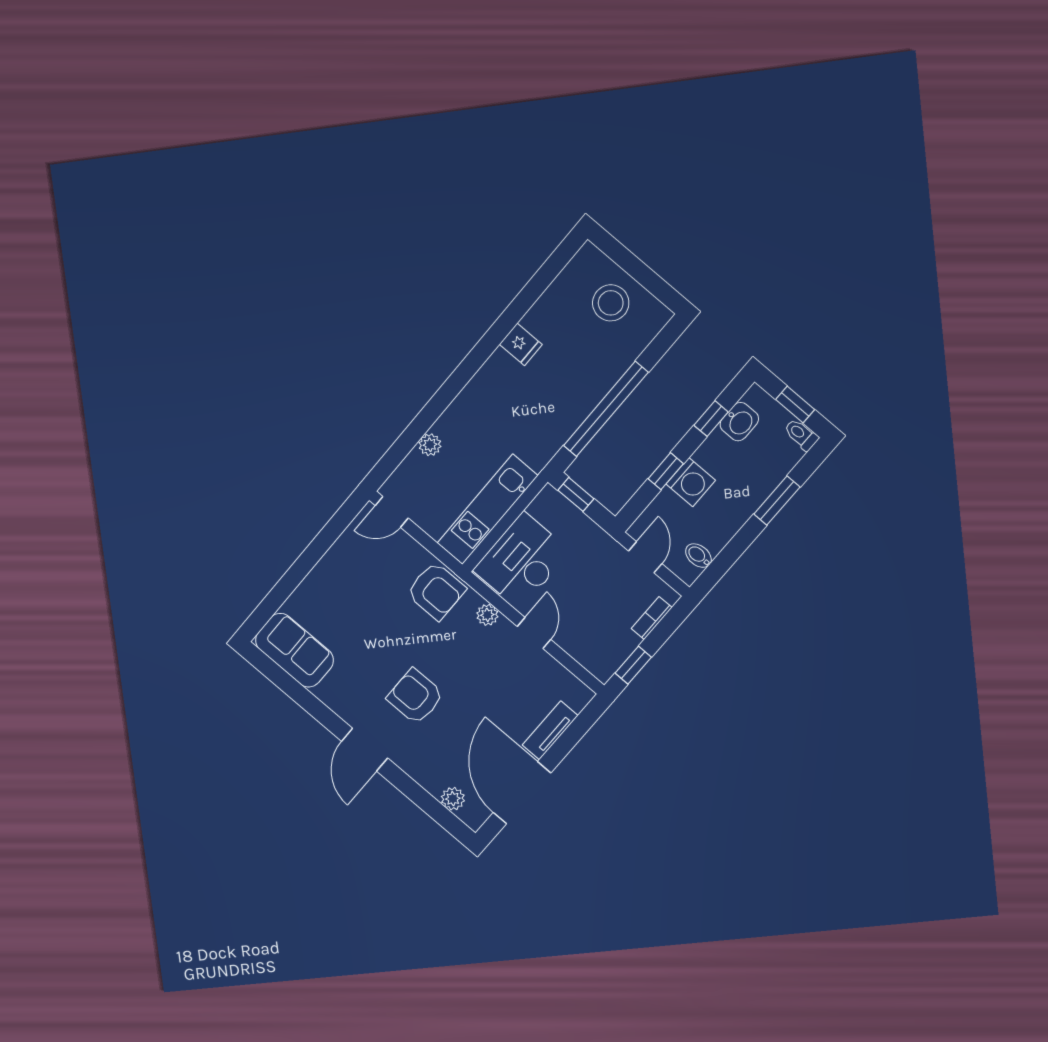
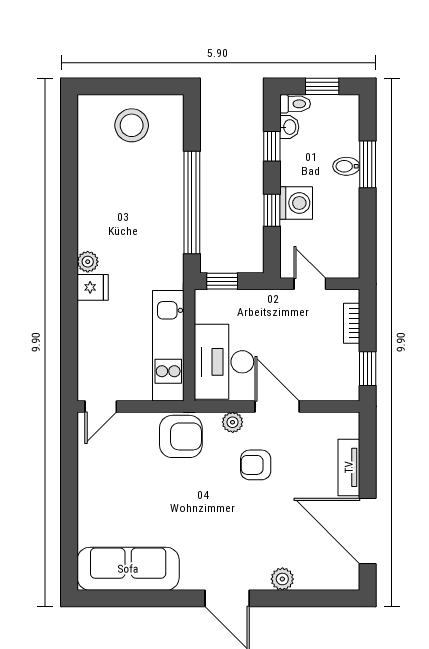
fridge: (521, 344) -> (93, 287), moved
washbasin: (739, 422) -> (289, 127), width x0.72, depth x0.69
toilet: (801, 435) -> (295, 104), moved, turned 180
plant: (430, 445) -> (88, 262), moved
bidet: (698, 556) -> (346, 166), moved
door: (534, 633) -> (277, 406), width x1.38
sofa: (294, 650) -> (128, 569), width x1.36
armchair: (415, 697) -> (256, 465), moved, width x0.72, depth x0.72
plant: (453, 799) -> (282, 579), moved

